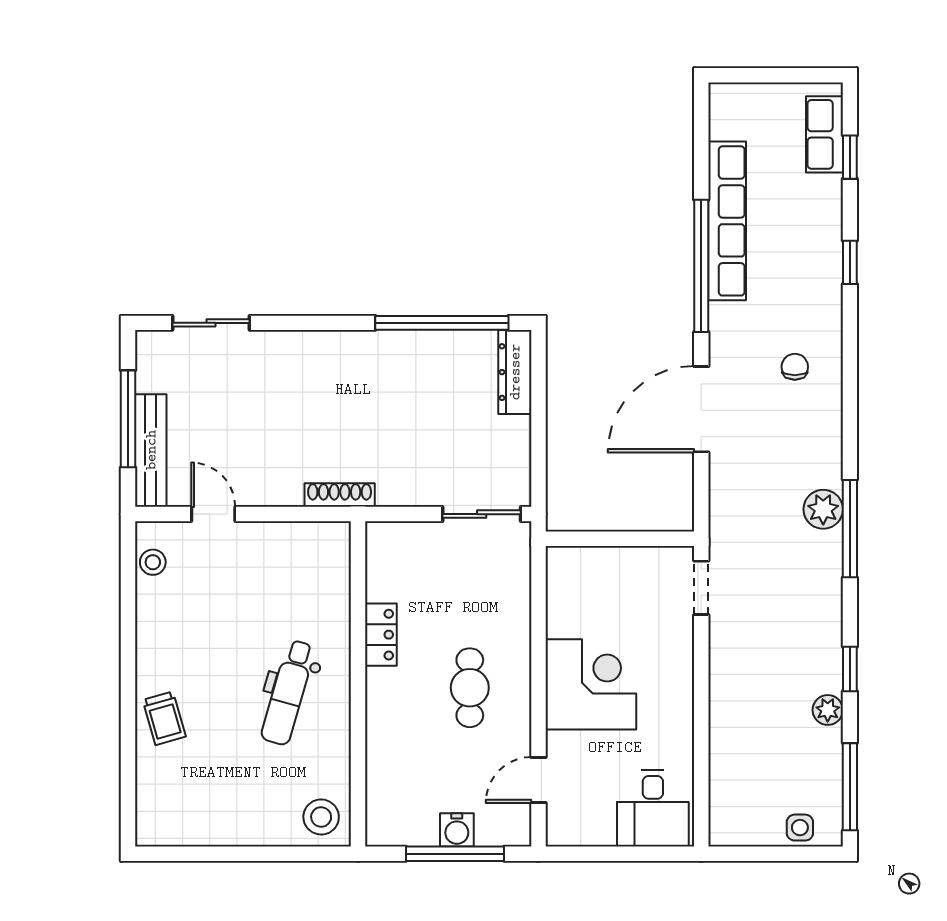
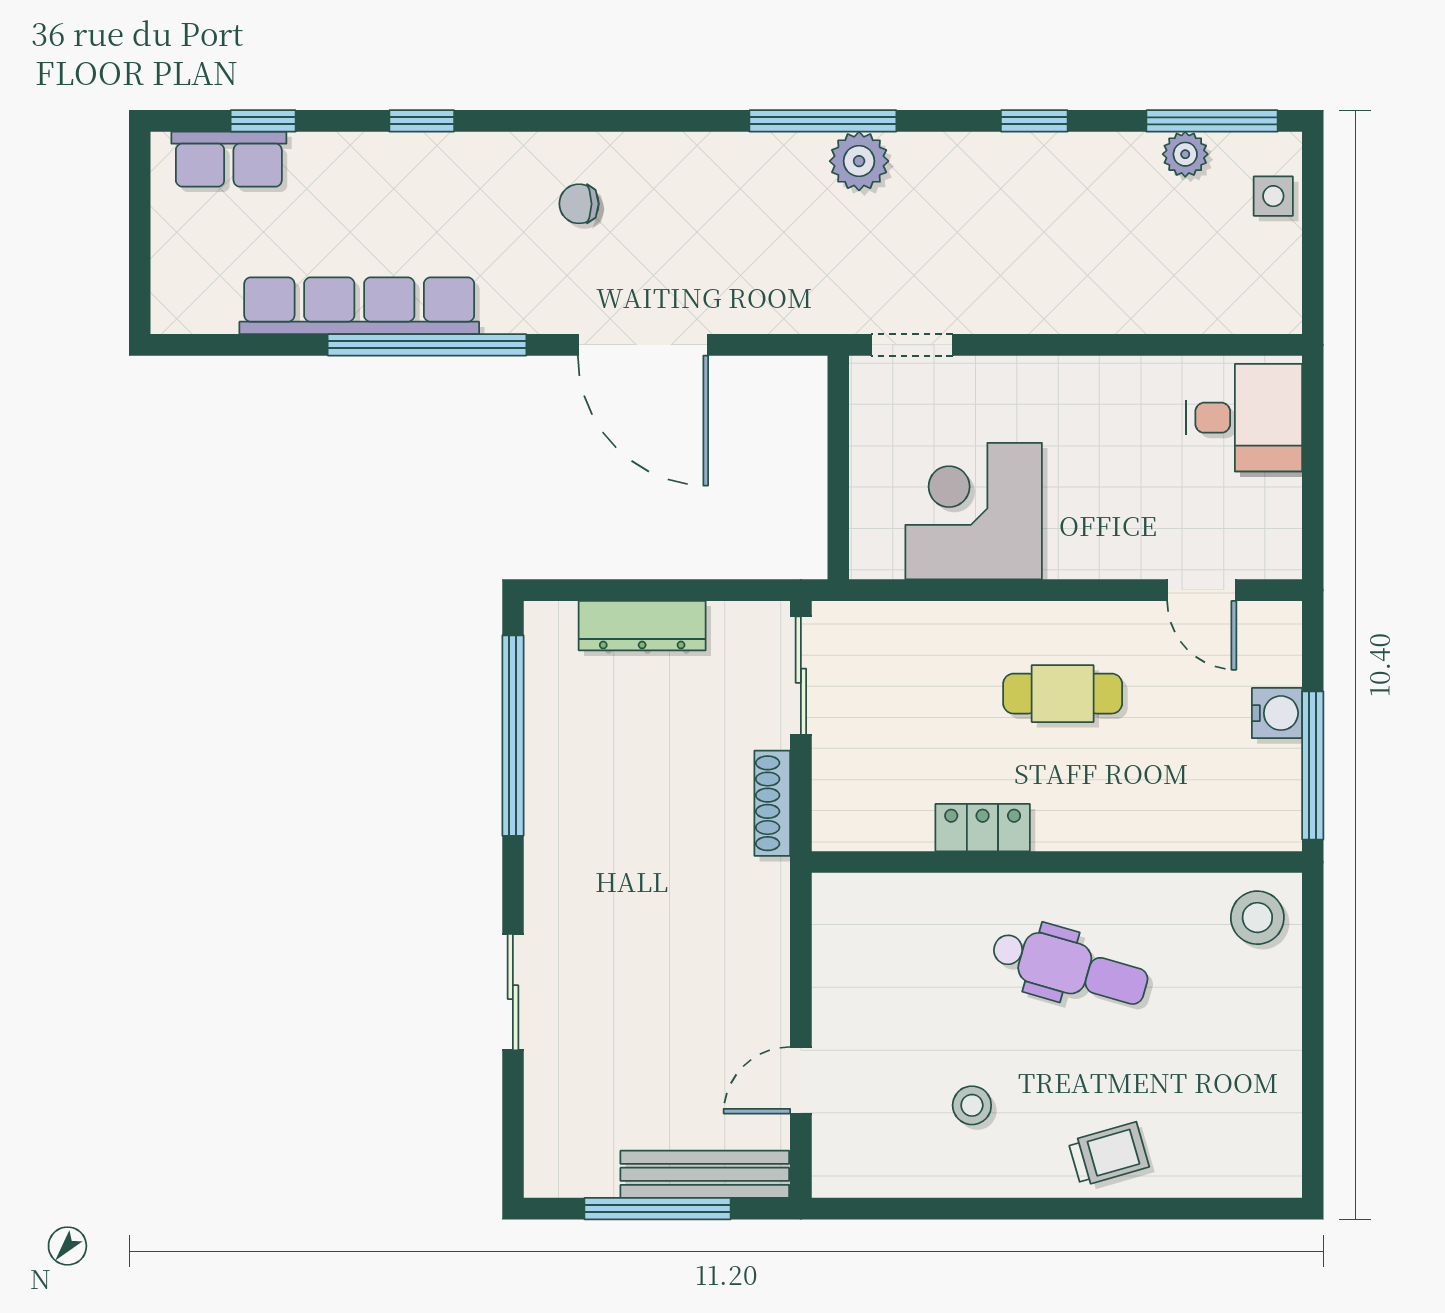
sliding door: (211, 323) -> (513, 992), moved
dresser: (515, 372) -> (642, 626), moved
shoe rack: (340, 495) -> (772, 803), moved
plant: (823, 509) -> (859, 161), moved
stool: (153, 562) -> (972, 1105), moved
corner desk: (591, 684) -> (974, 511), moved
plant: (828, 710) -> (1185, 154), moved
window: (455, 854) -> (1313, 765), moved

